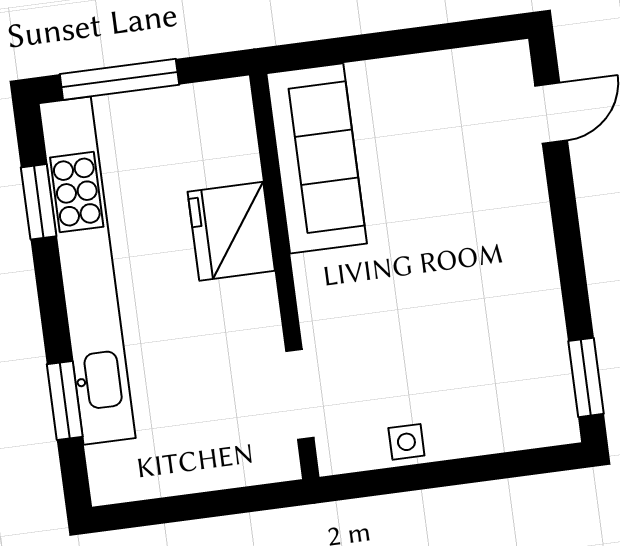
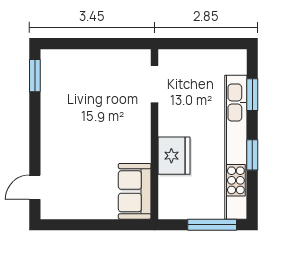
sofa: (317, 158) -> (135, 191), width x0.73
window: (39, 202) -> (252, 155), moved
side table: (406, 442) -> (113, 59), removed

